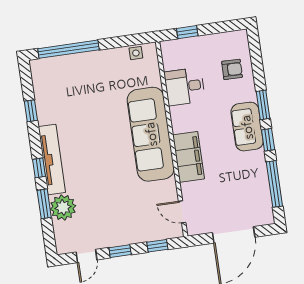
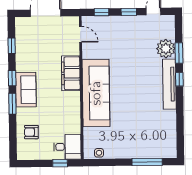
window: (68, 49) -> (147, 162), width x0.68
desk: (185, 86) -> (67, 147), moved
window: (31, 111) -> (180, 121), removed
window: (274, 184) -> (12, 46), width x0.46

